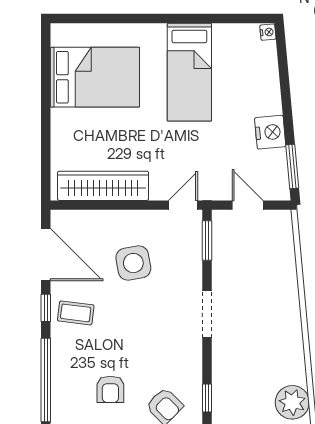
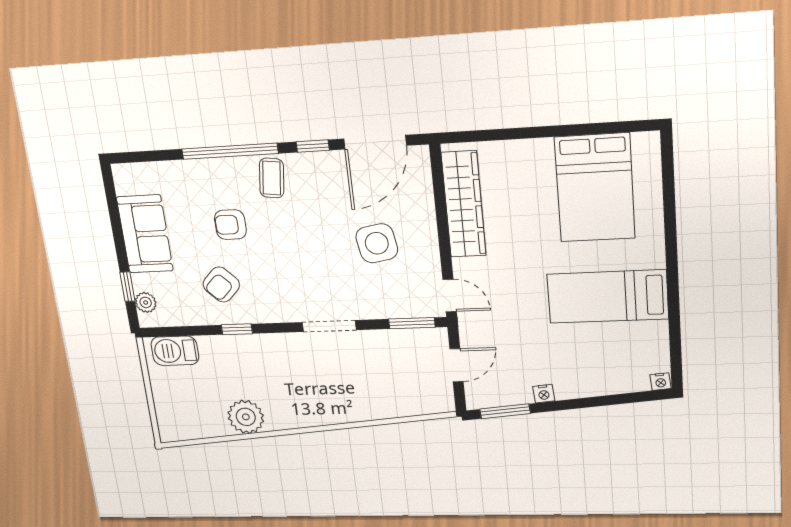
nightstand: (270, 132) -> (544, 394), width x0.53, depth x0.56
coffee table: (76, 313) -> (272, 178), moved

